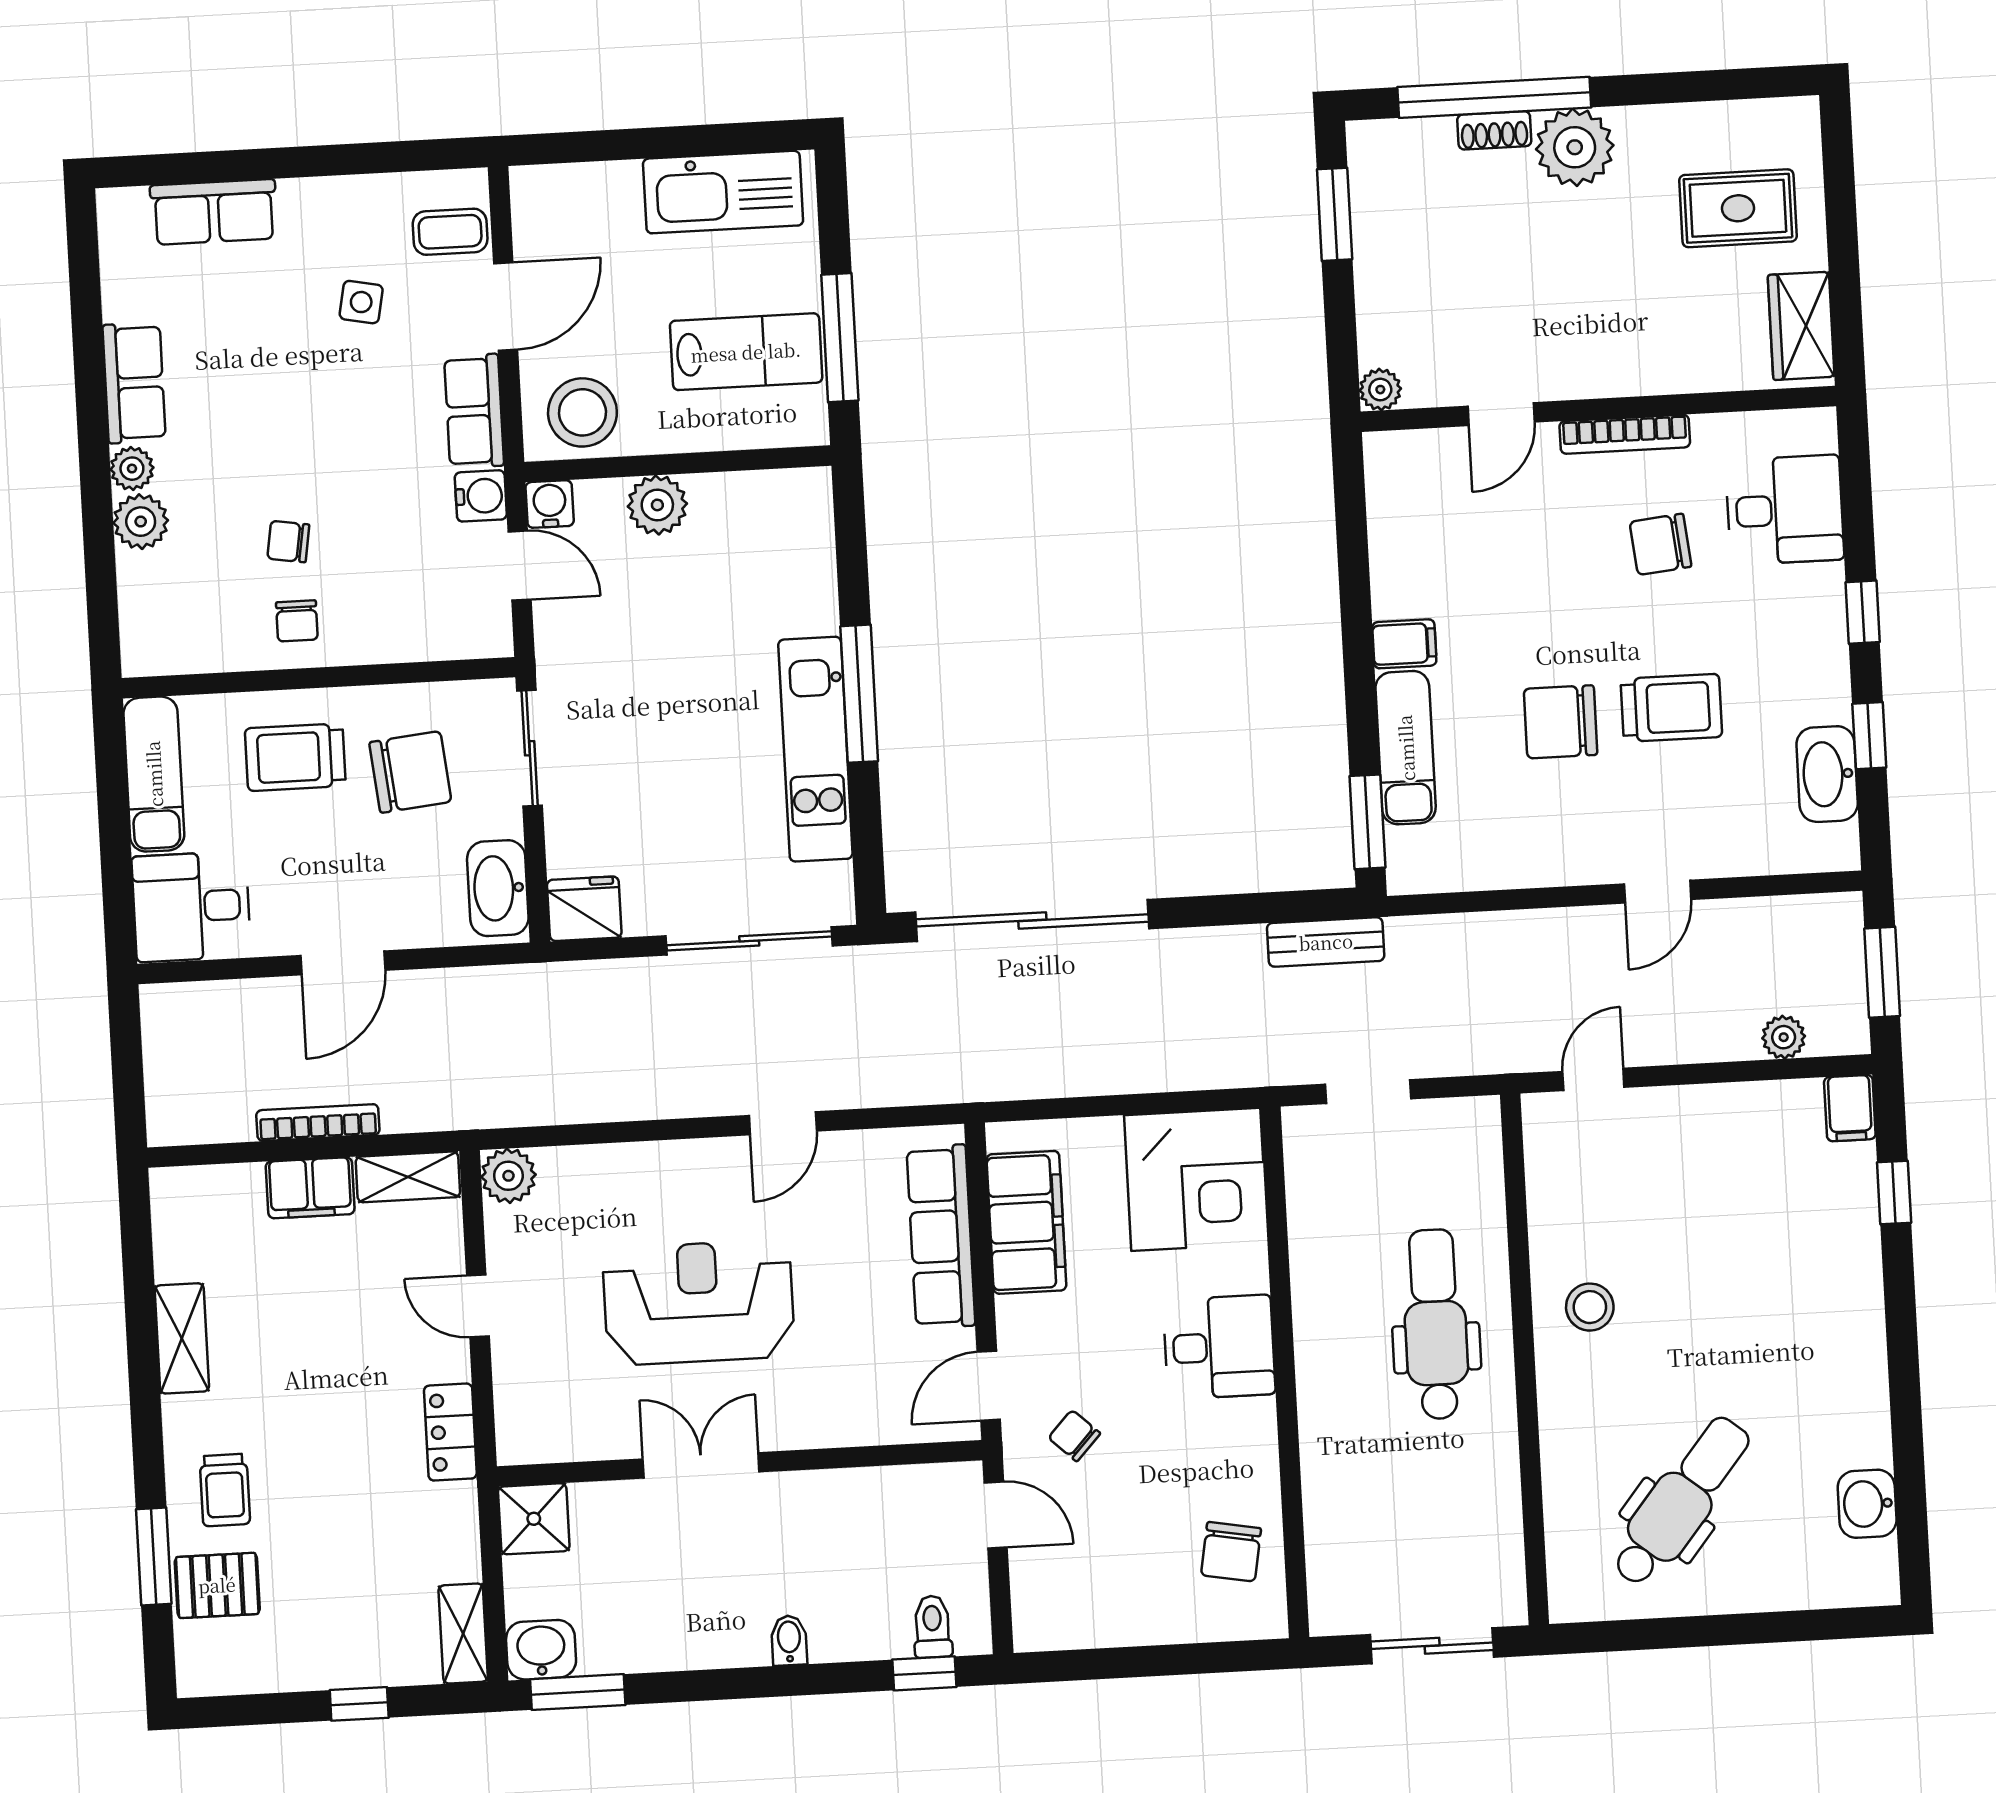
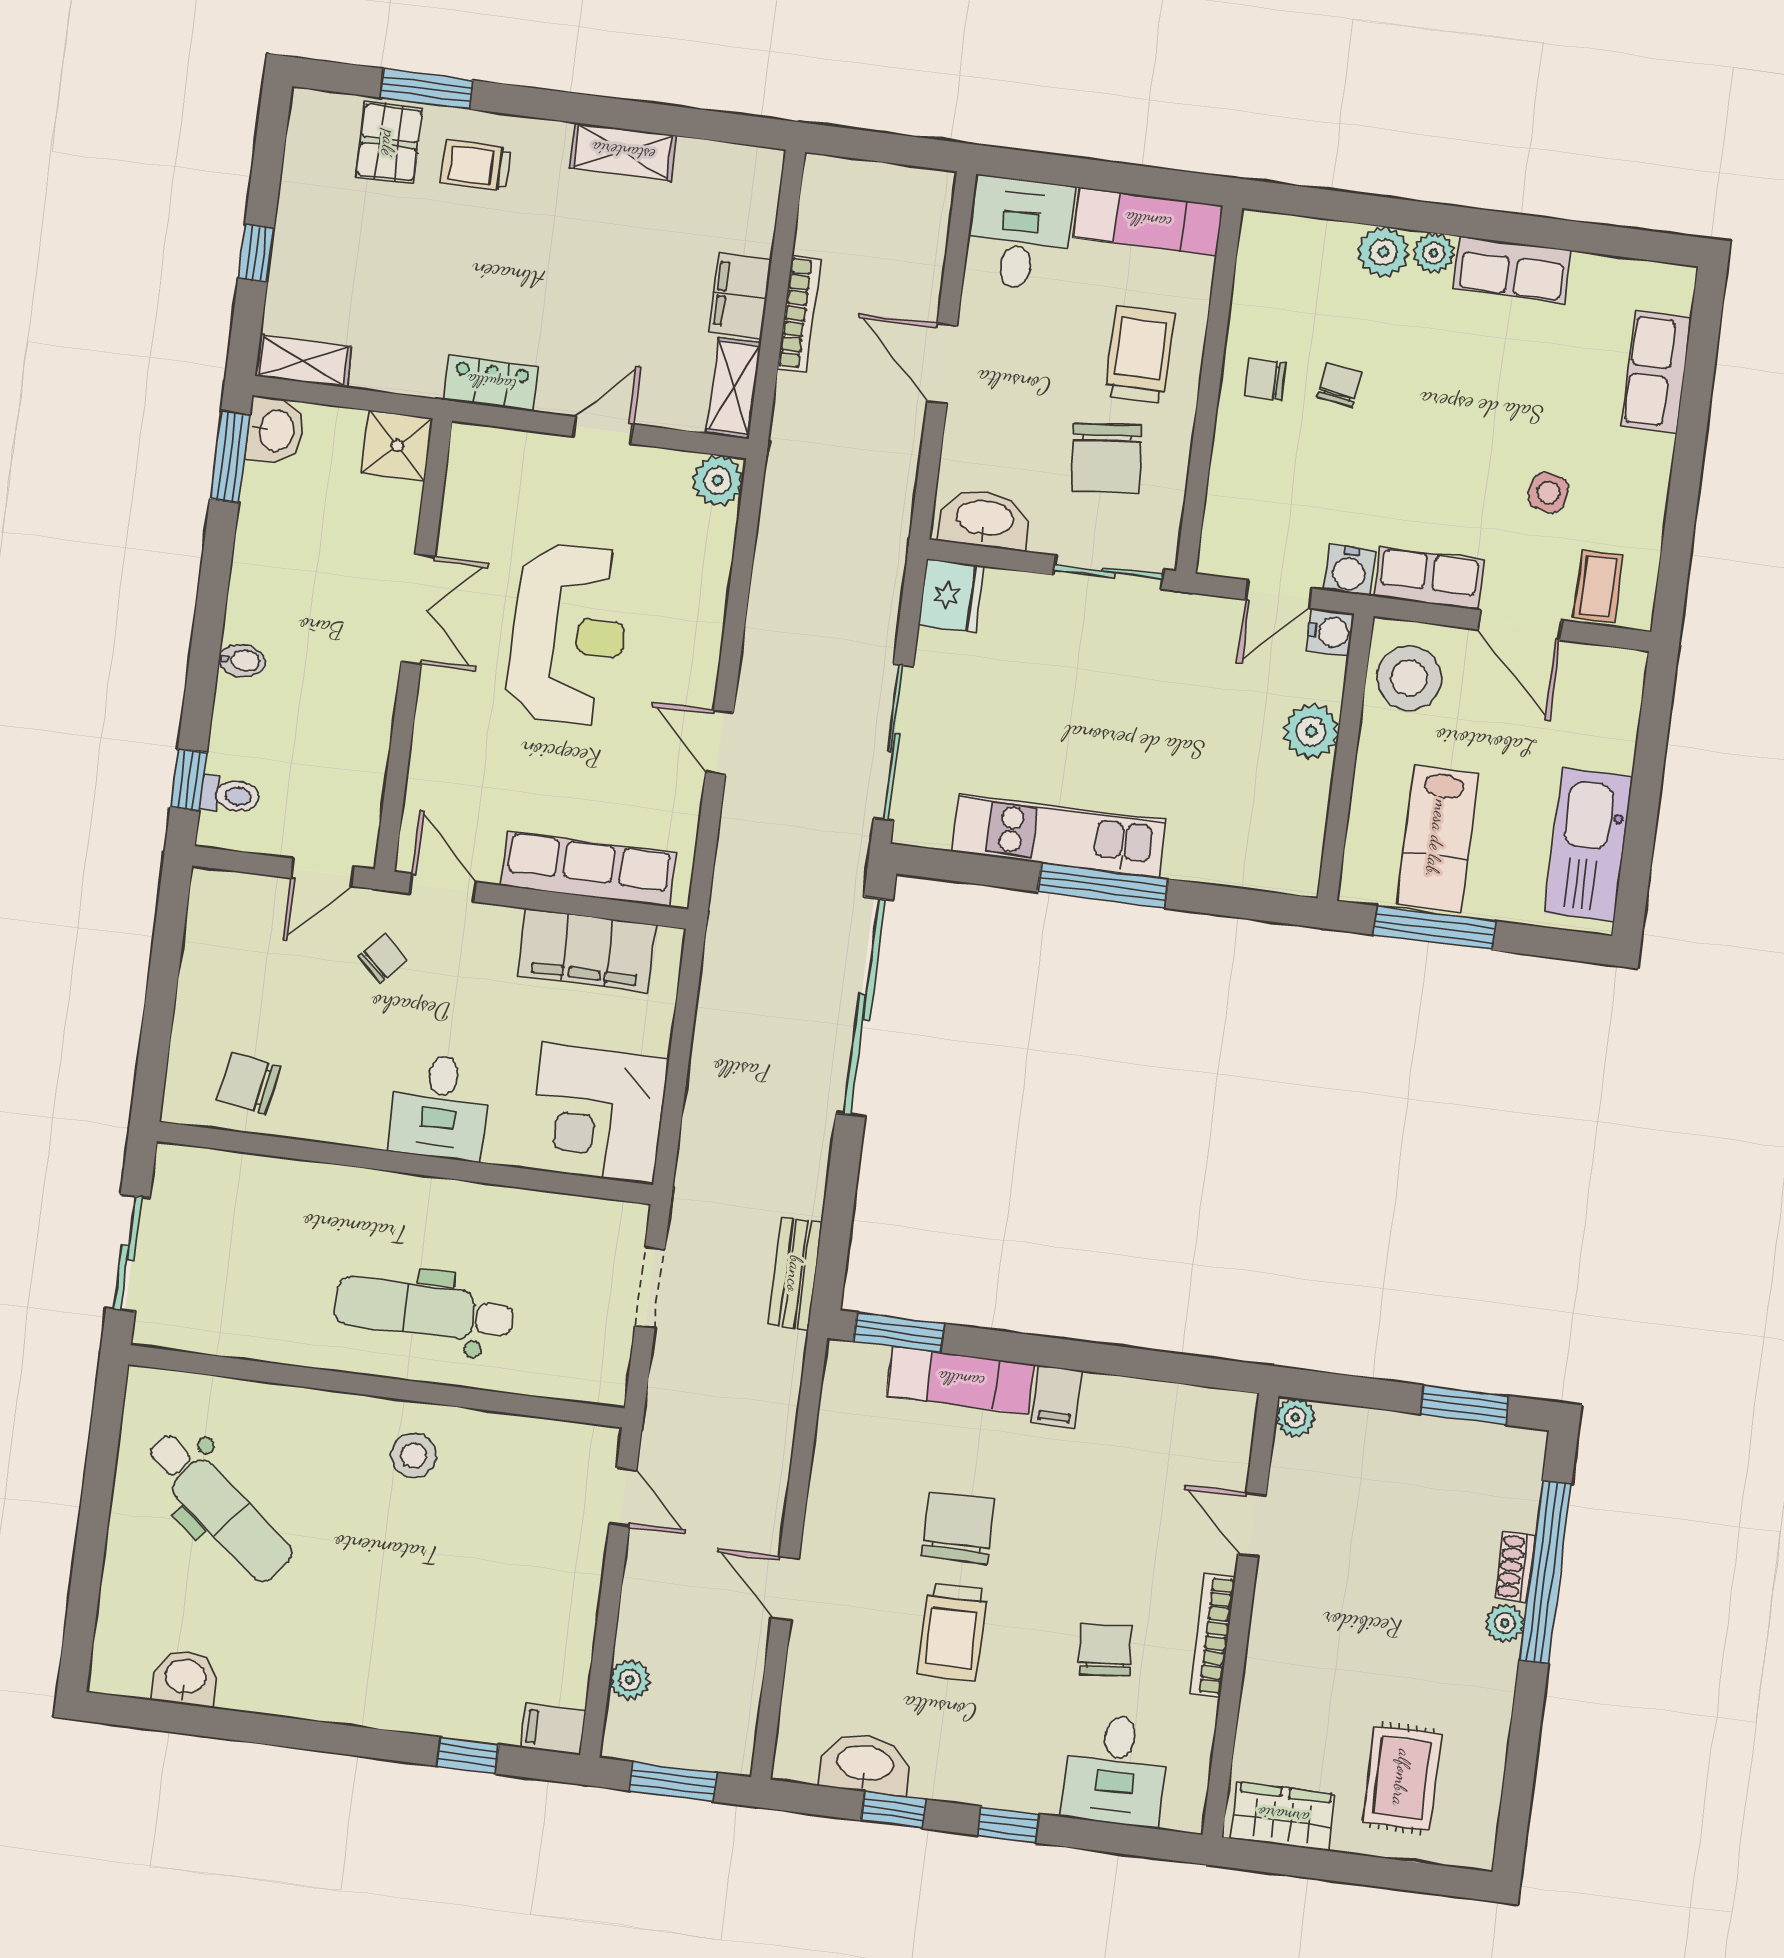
plant: (1575, 147) -> (1505, 1623), width x0.53, depth x0.53
dental chair: (1435, 1324) -> (424, 1310), turned 180

